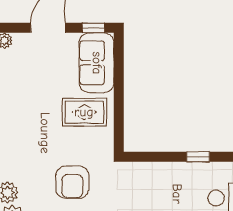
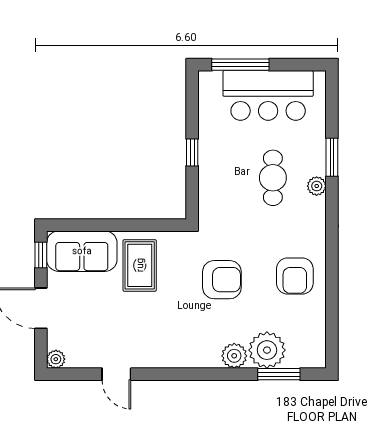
window: (198, 157) -> (192, 152), moved

